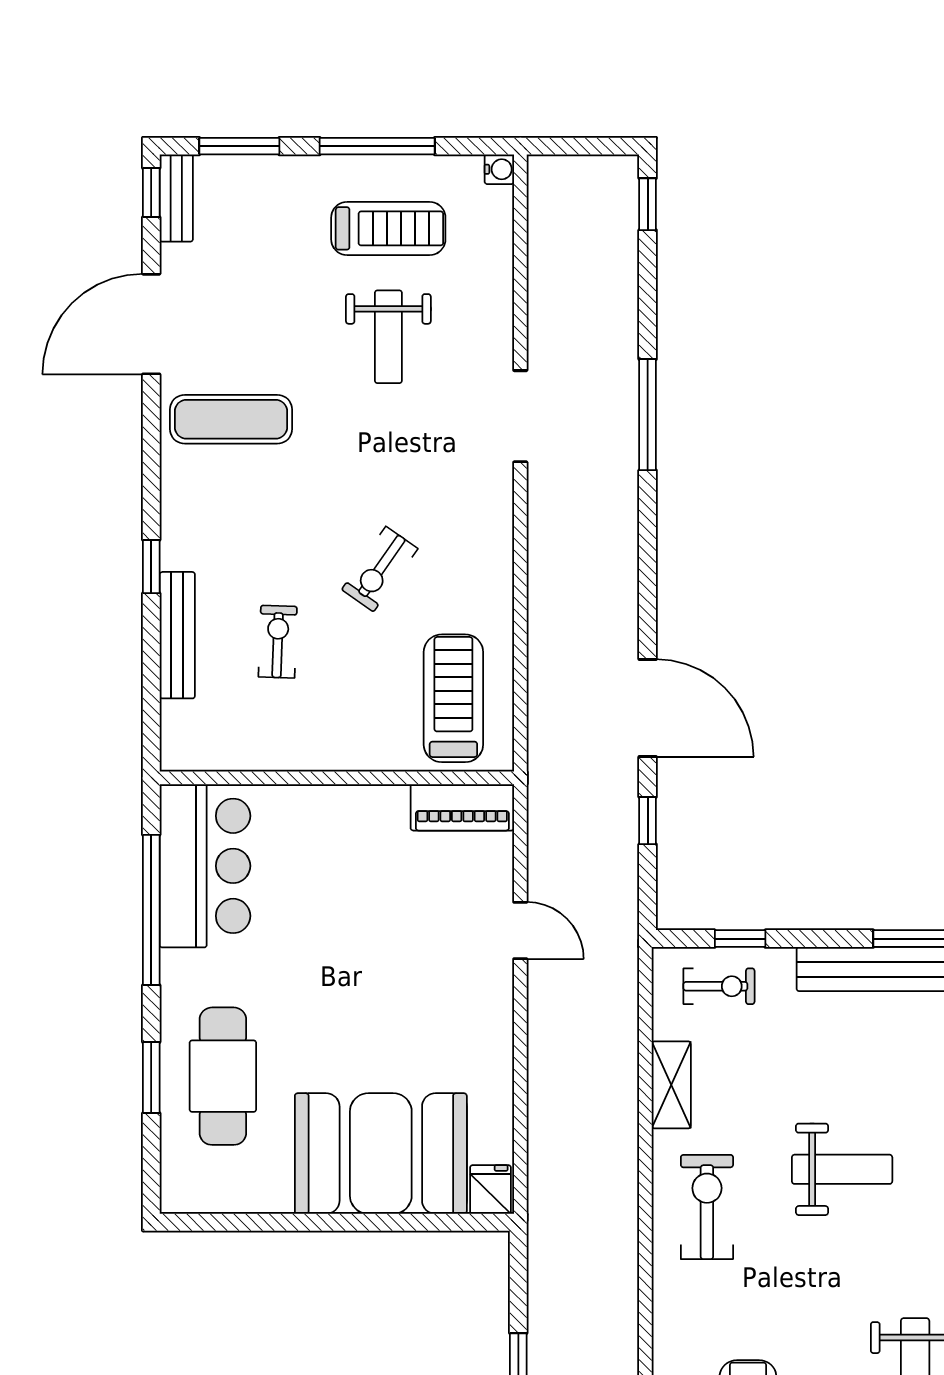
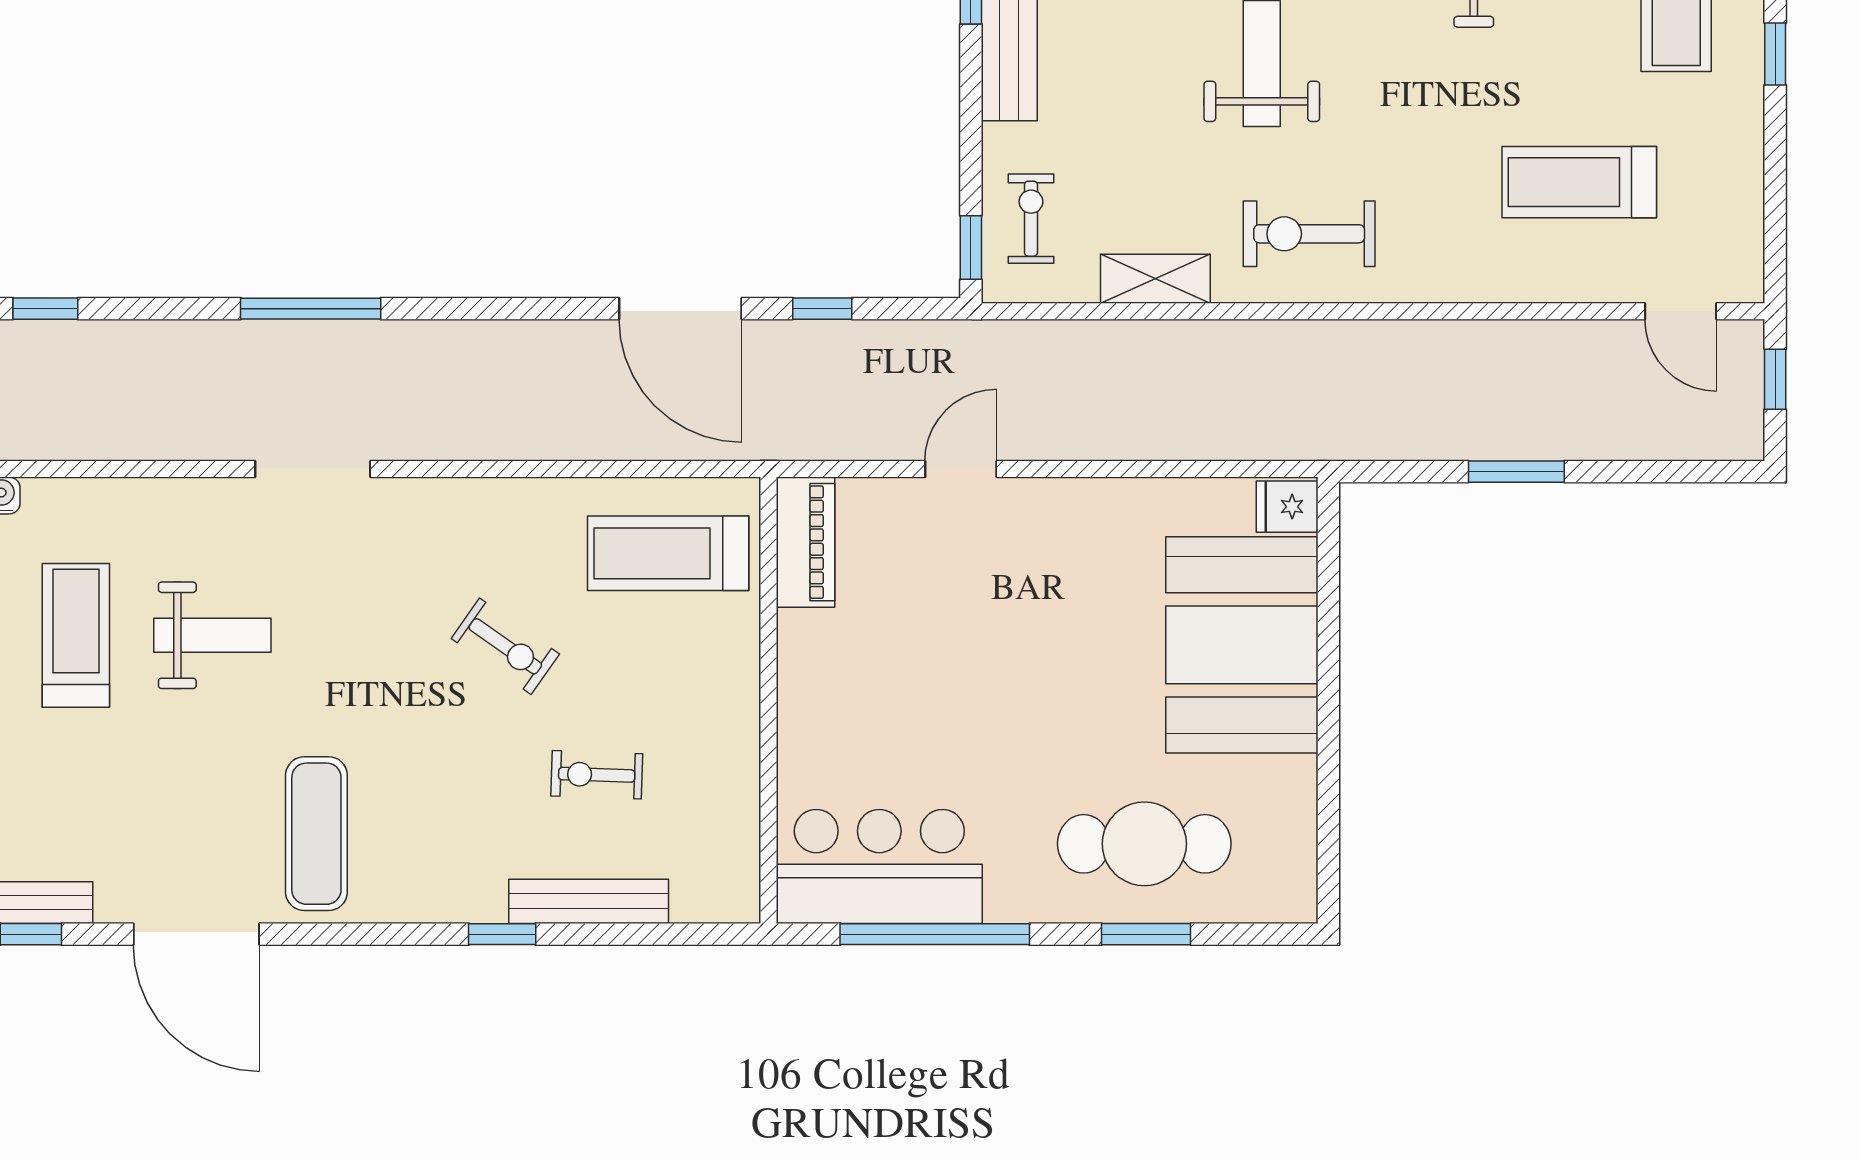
door: (648, 708) -> (680, 309), swing flipped
window: (740, 939) -> (971, 248), moved

